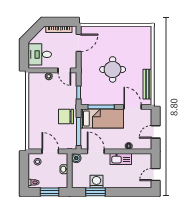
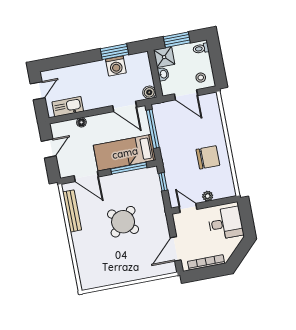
round table: (113, 69) -> (123, 222), turned 45
chair: (66, 116) -> (208, 157), moved
kitchen sink: (121, 159) -> (68, 107), moved
shower: (61, 181) -> (164, 57), added

